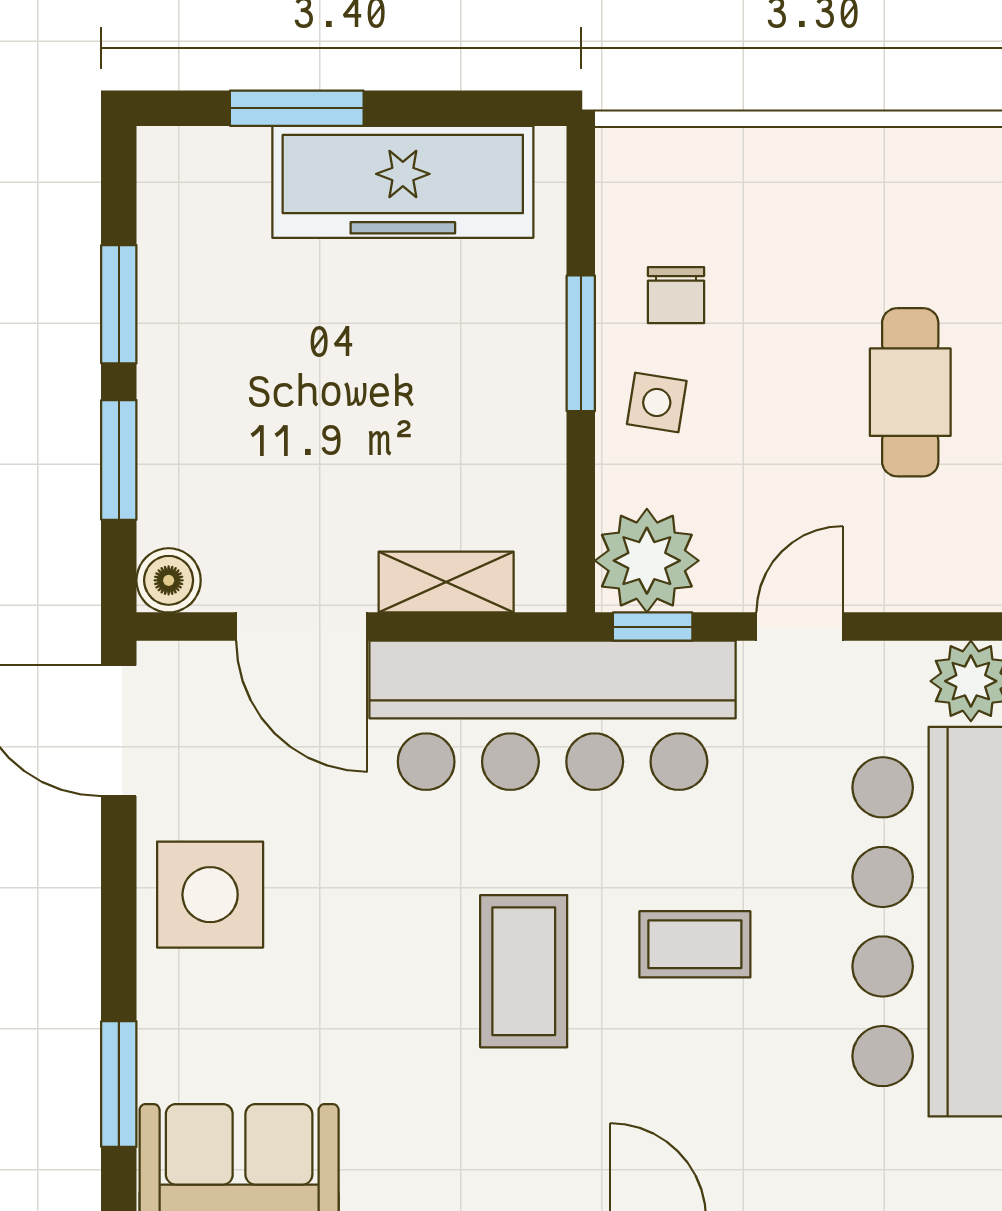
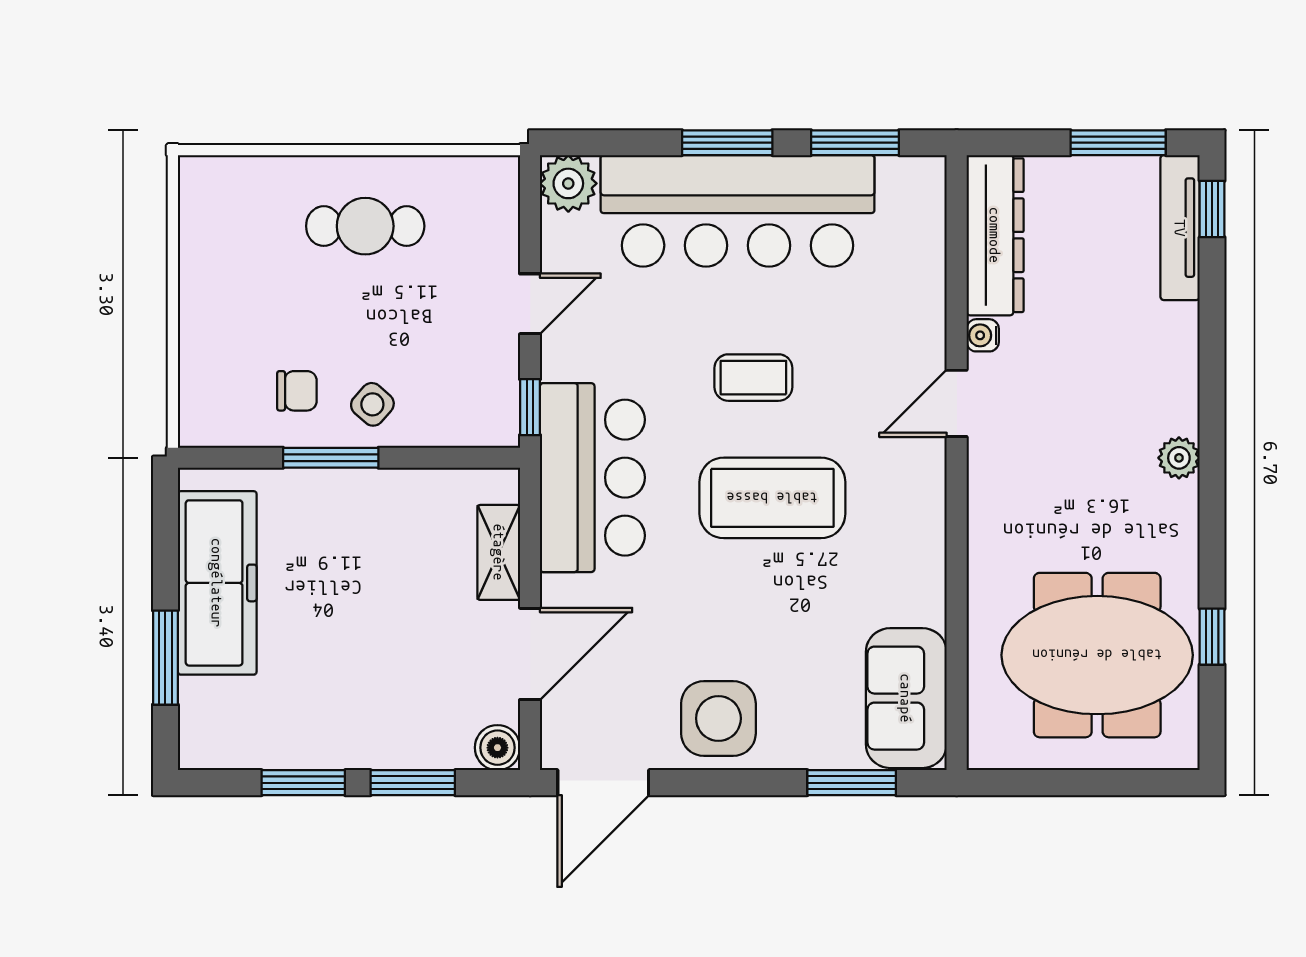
side table: (657, 403) -> (372, 404), turned 32
plant: (647, 561) -> (484, 411), removed
door: (800, 627) -> (530, 304), swing flipped
bar counter: (553, 715) -> (592, 478), width x0.73
coffee table: (695, 944) -> (753, 378), turned 90
coffee table: (524, 971) -> (772, 498), width x1.36, depth x1.32

